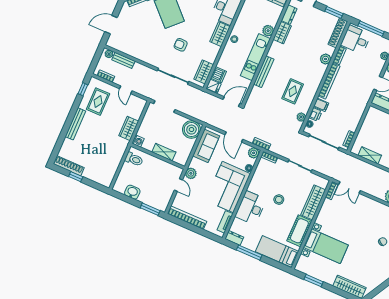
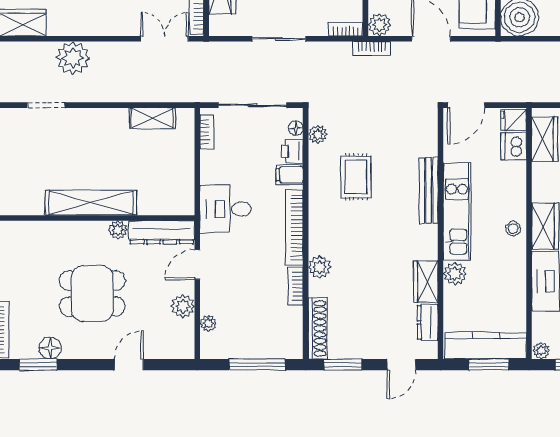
desk: (356, 40) -> (225, 209), moved, turned 180

